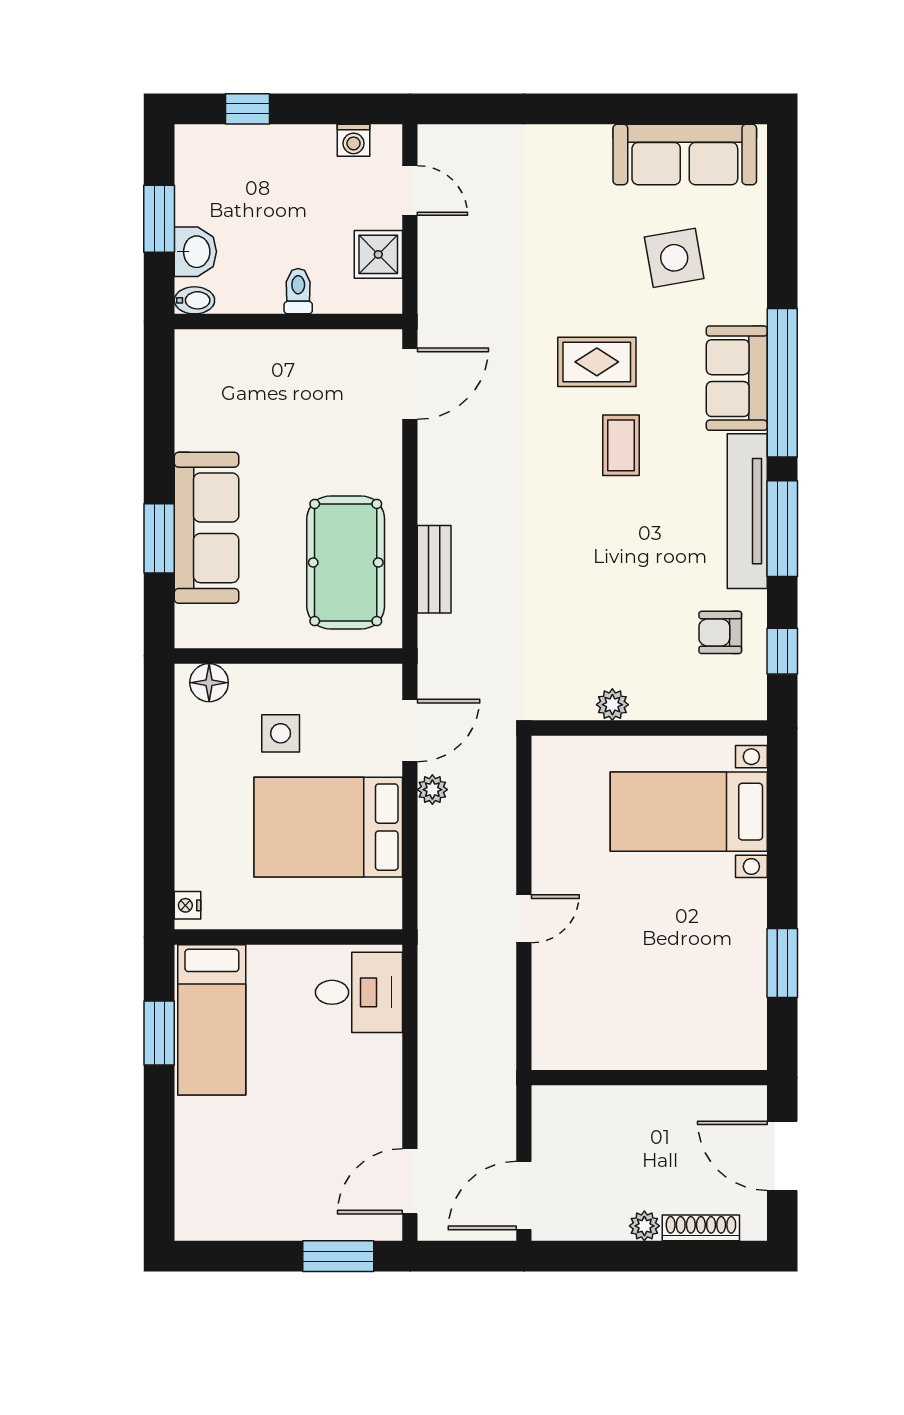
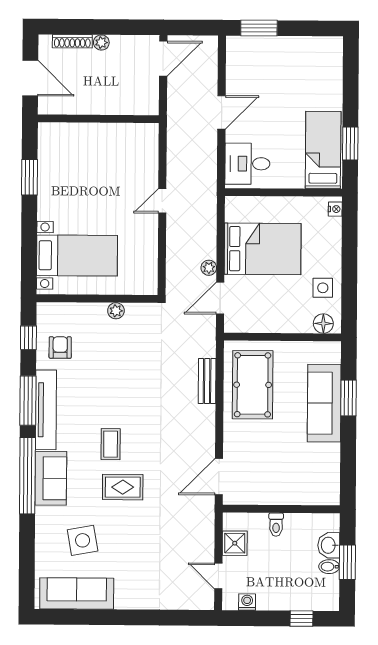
bidet: (194, 300) -> (329, 567), moved
armchair: (720, 632) -> (60, 348), turned -90
side table: (281, 733) -> (323, 288), moved
door: (410, 1181) -> (221, 112), moved

